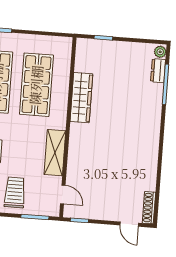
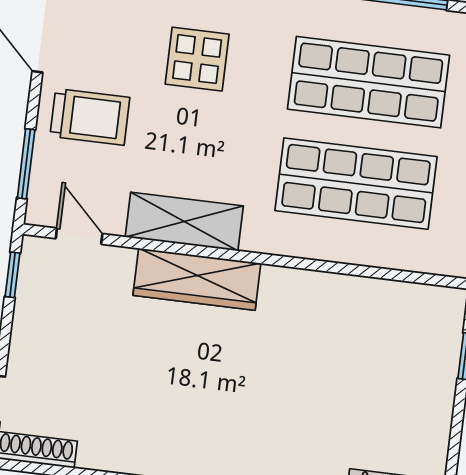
wardrobe: (81, 98) -> (197, 279), moved
door: (63, 194) -> (79, 236), swing flipped

